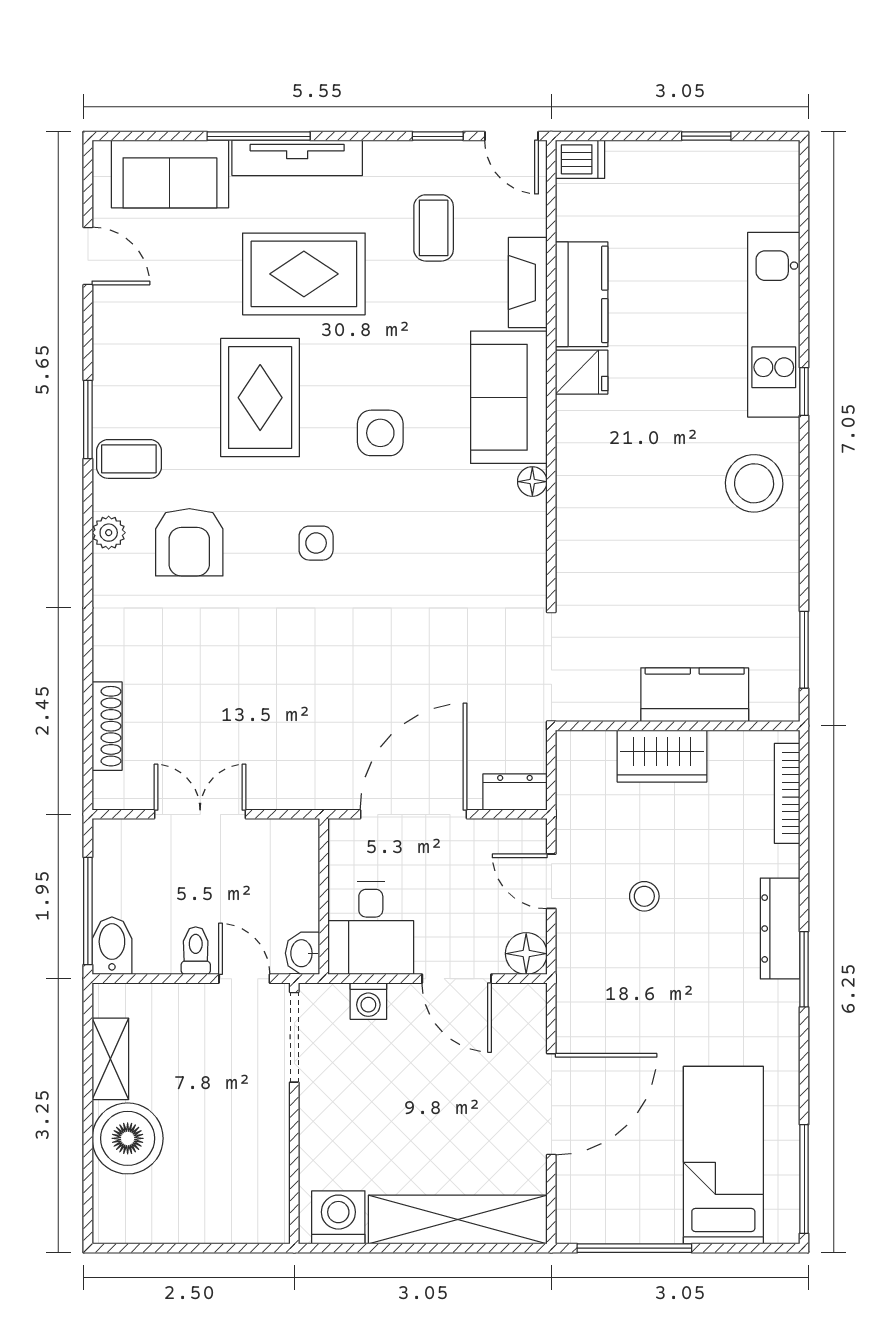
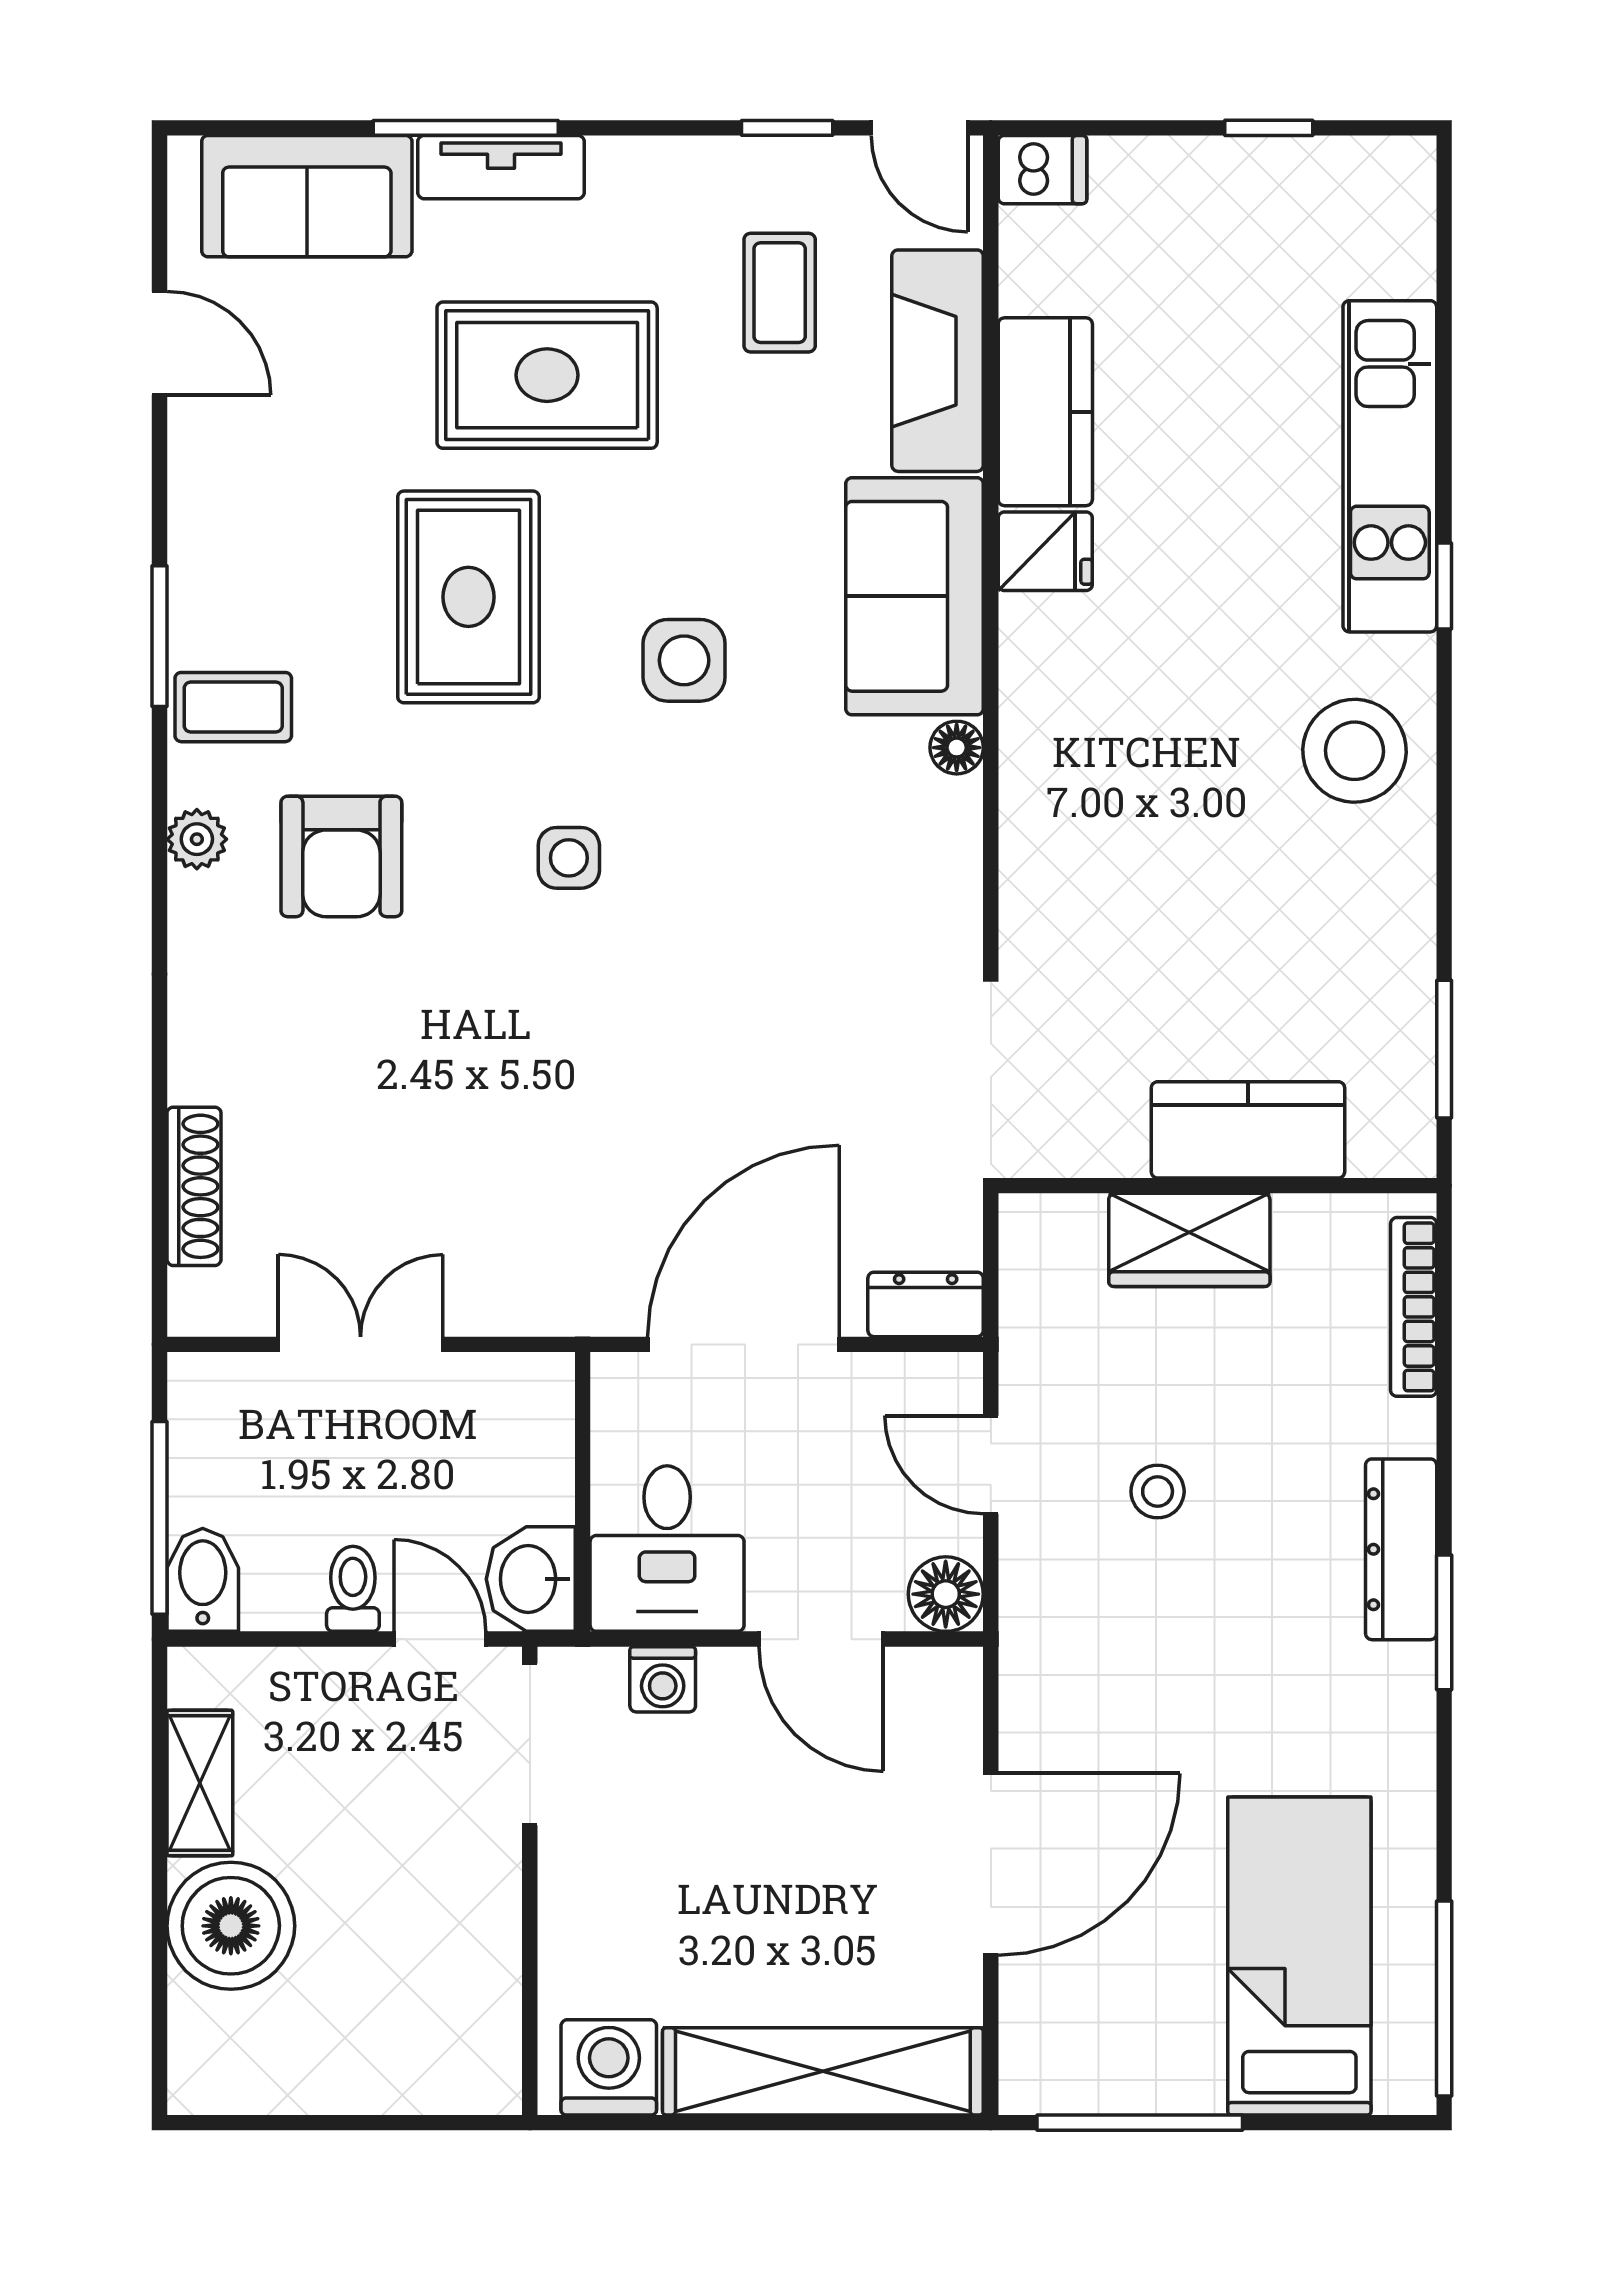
tv unit: (297, 158) -> (501, 167), width x0.71
fireplace: (528, 282) -> (938, 361), width x1.37, depth x1.32
washbasin: (302, 953) -> (531, 1579), width x1.38, depth x1.45

